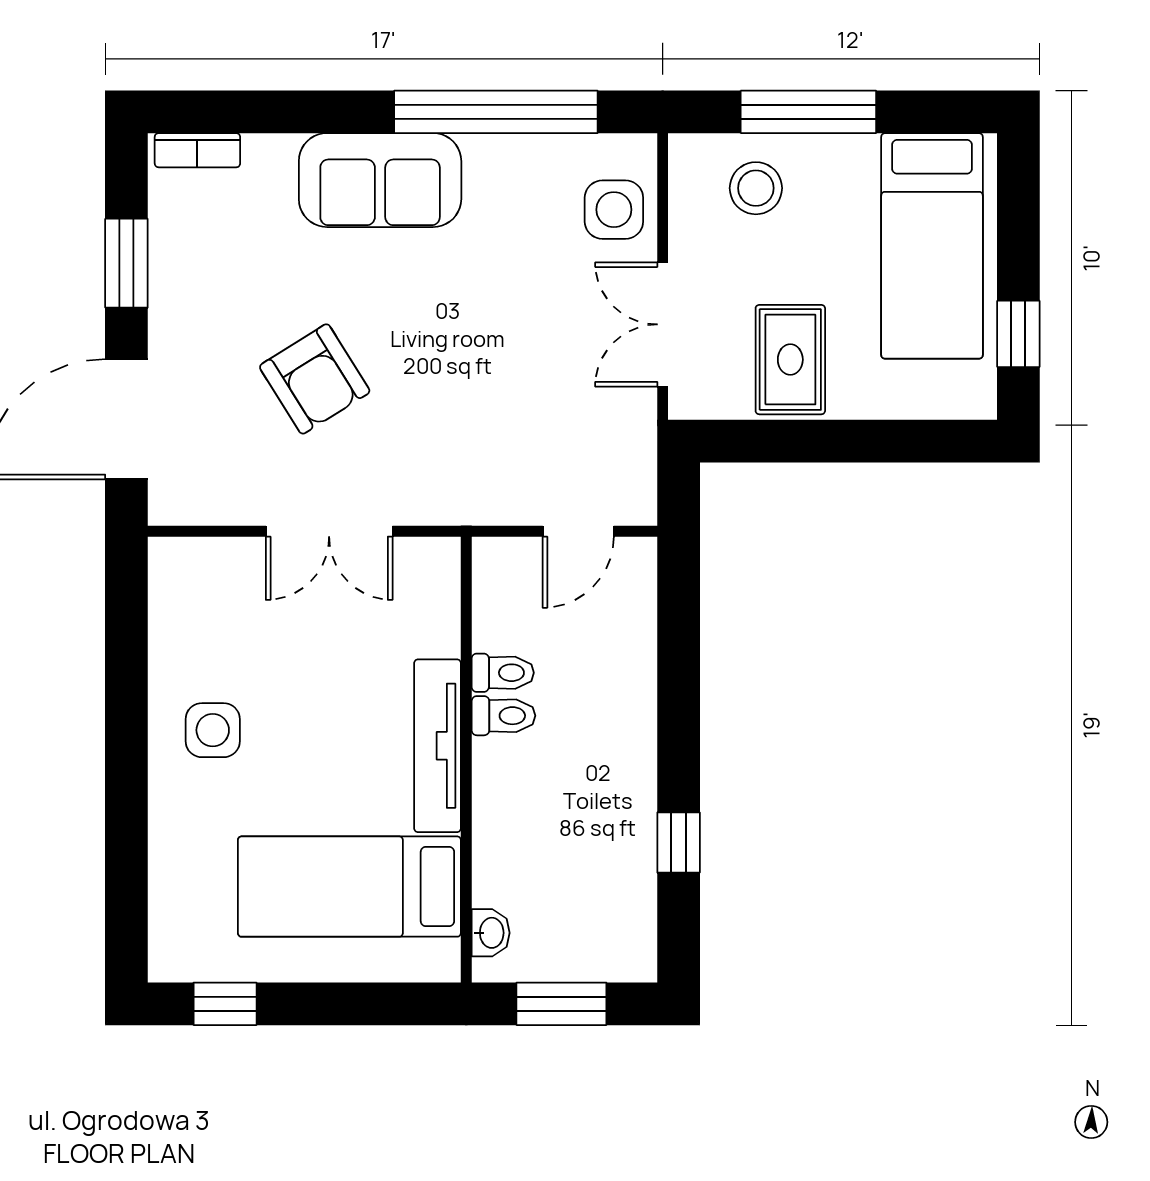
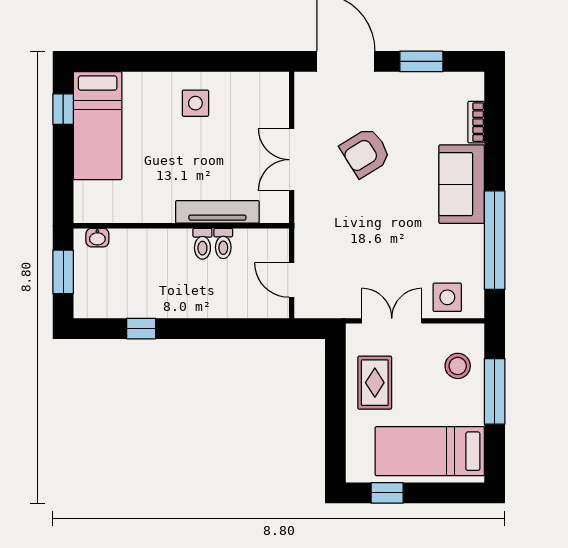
bookcase: (197, 150) -> (476, 122), moved
rug: (790, 360) -> (375, 383), turned 90
tv unit: (437, 746) -> (217, 212), moved
bed: (349, 887) -> (98, 126), moved, turned 180

